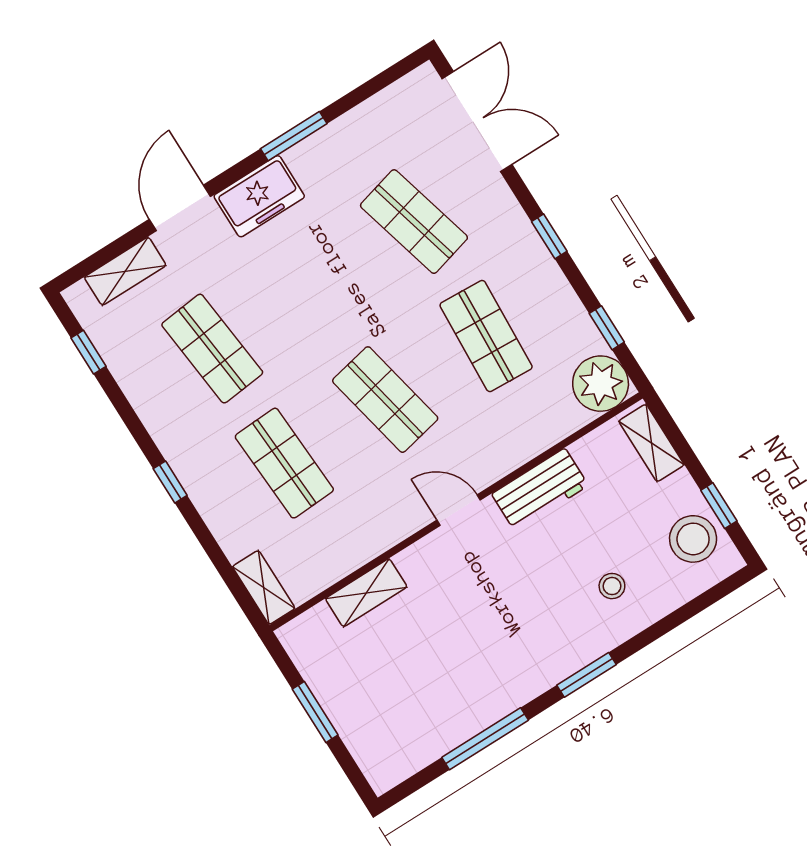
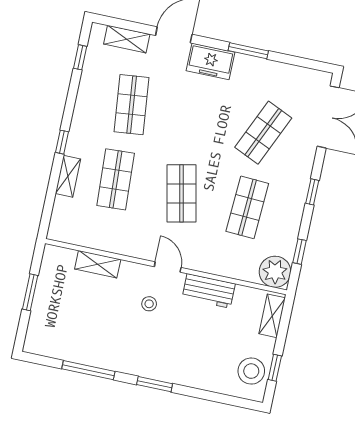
shop shelf: (414, 222) -> (263, 133), turned 39
stool: (612, 586) -> (149, 304), moved
shelving: (264, 587) -> (68, 176), moved

